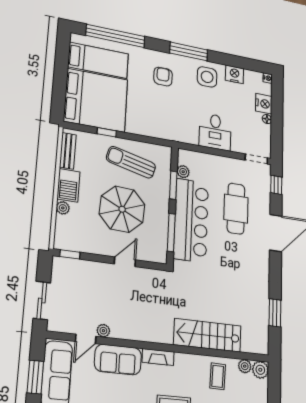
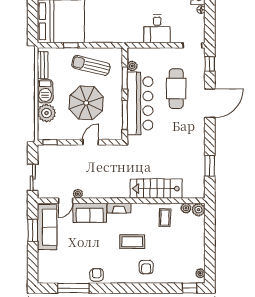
plant: (63, 208) -> (47, 113), width x1.87, depth x1.87

